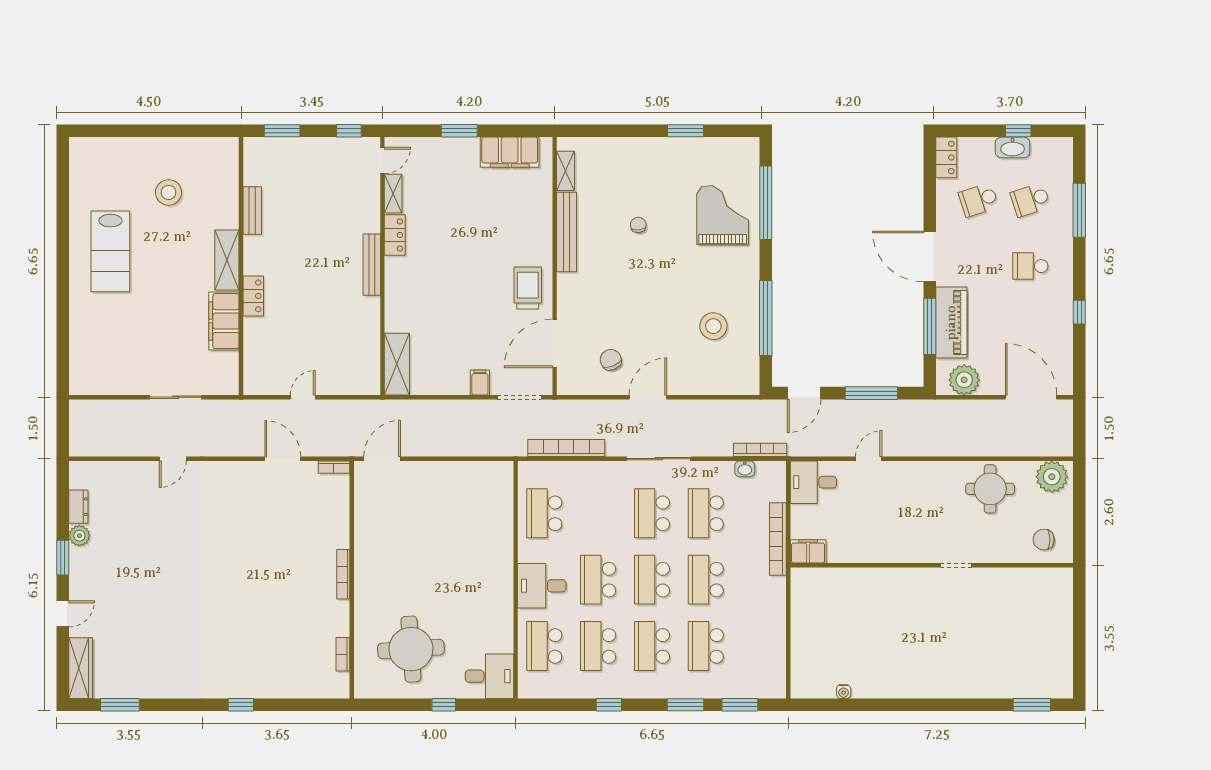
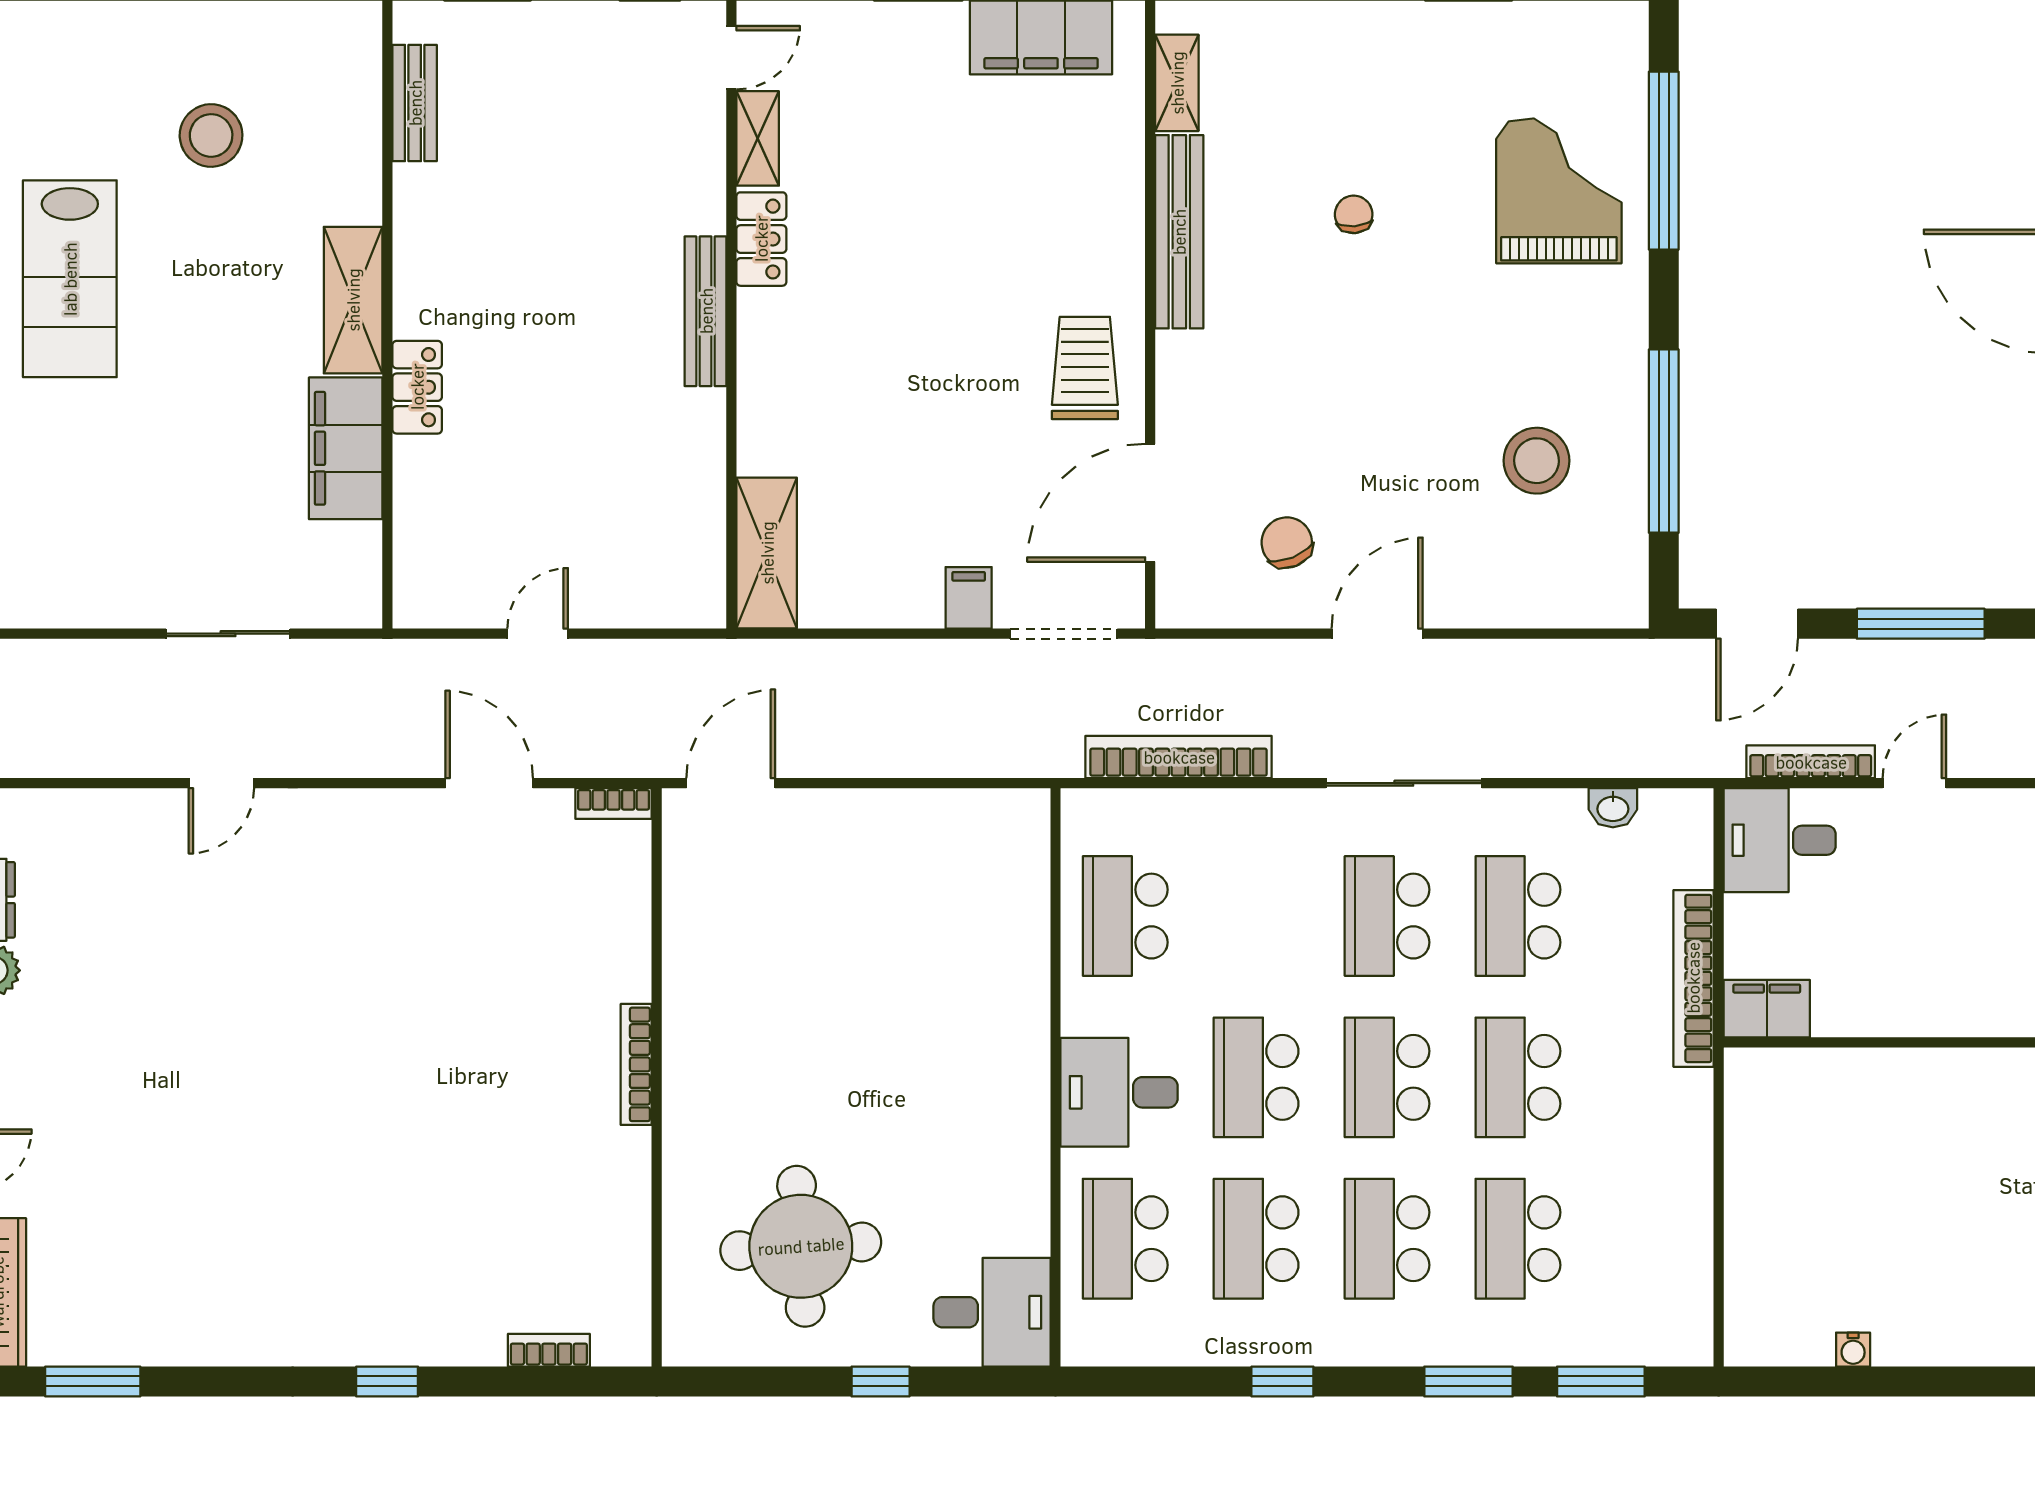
bench: (252, 211) -> (415, 103), moved
bookcase: (760, 450) -> (1811, 762), moved
bookcase: (343, 654) -> (549, 1350), moved, turned 90

